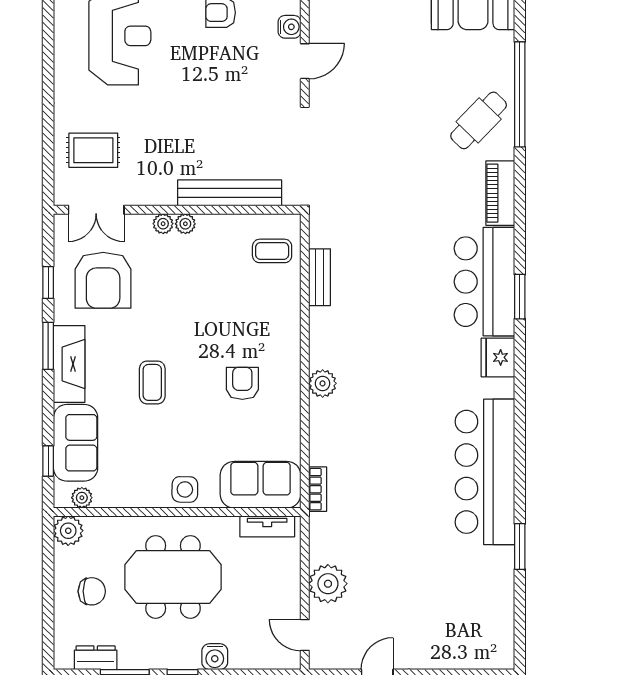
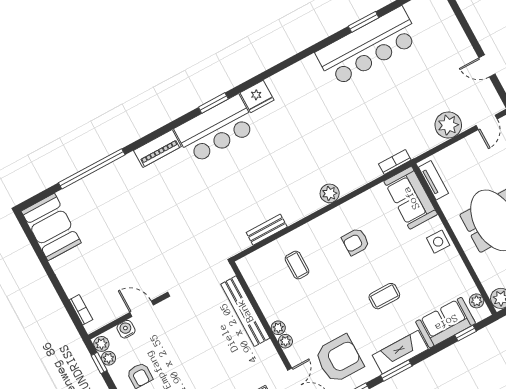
cafe table: (479, 120) -> (121, 185), removed
coffee table: (272, 251) -> (297, 265), moved
bar counter: (485, 472) -> (368, 47), moved

